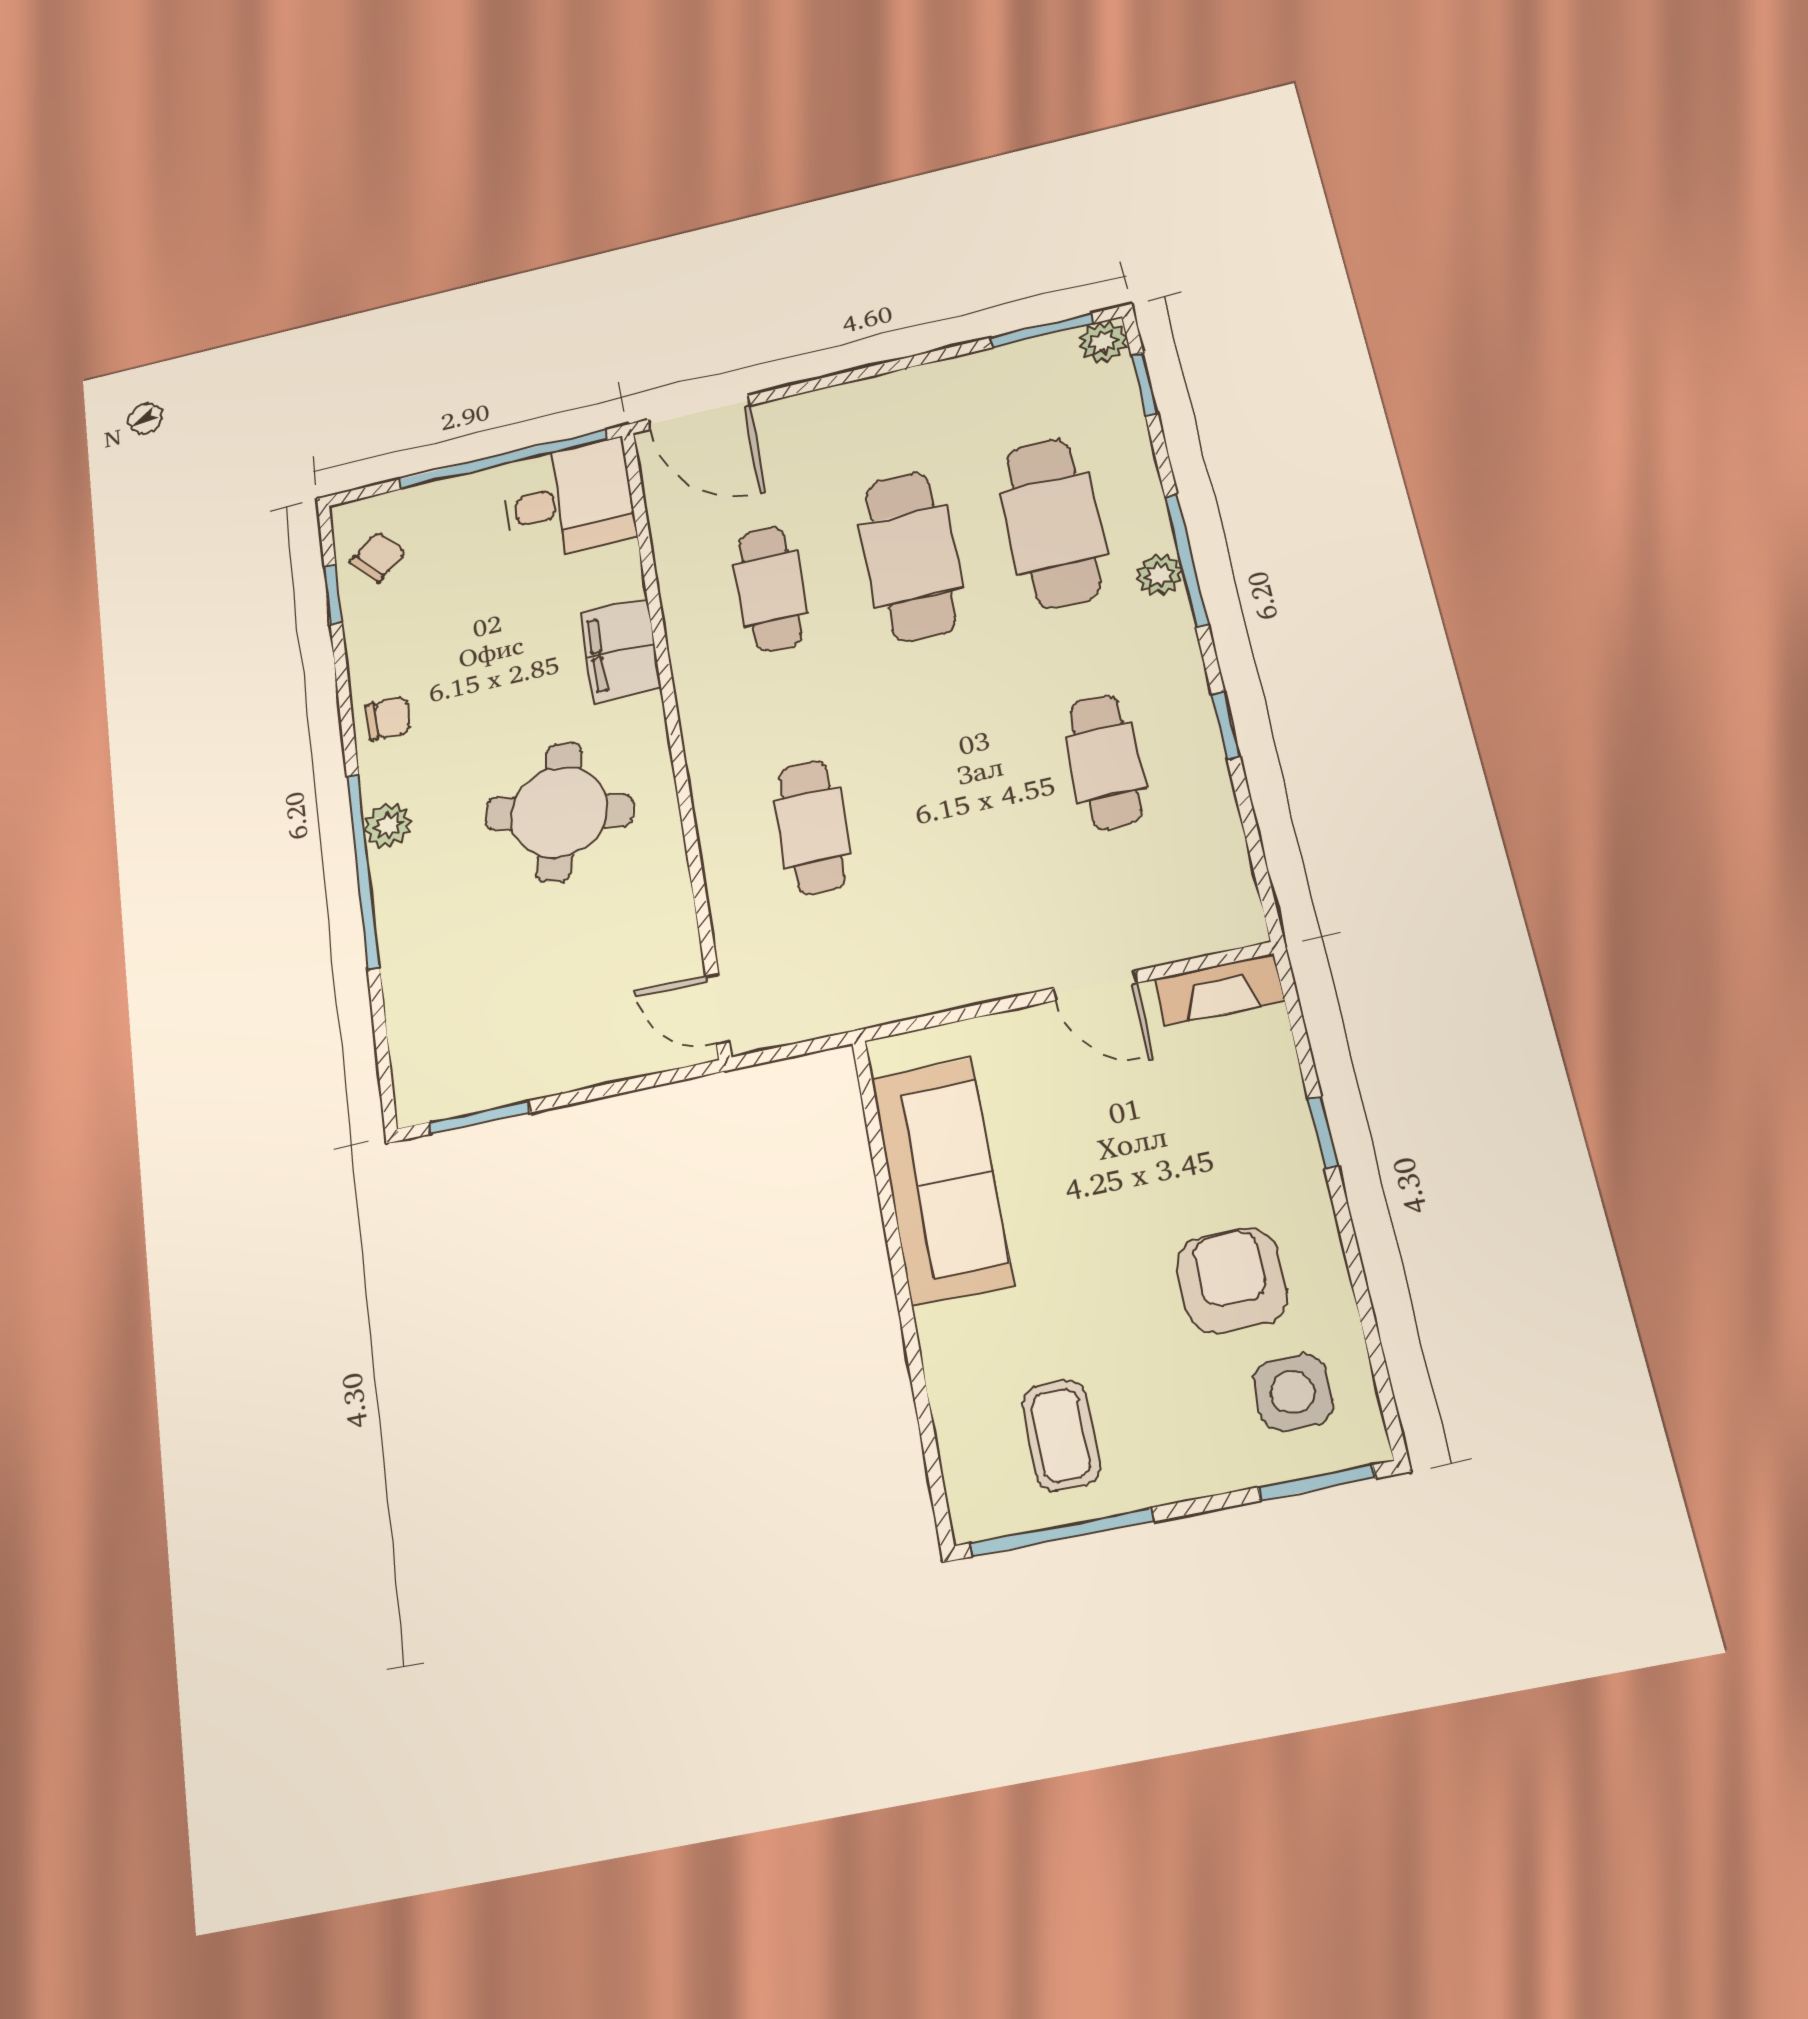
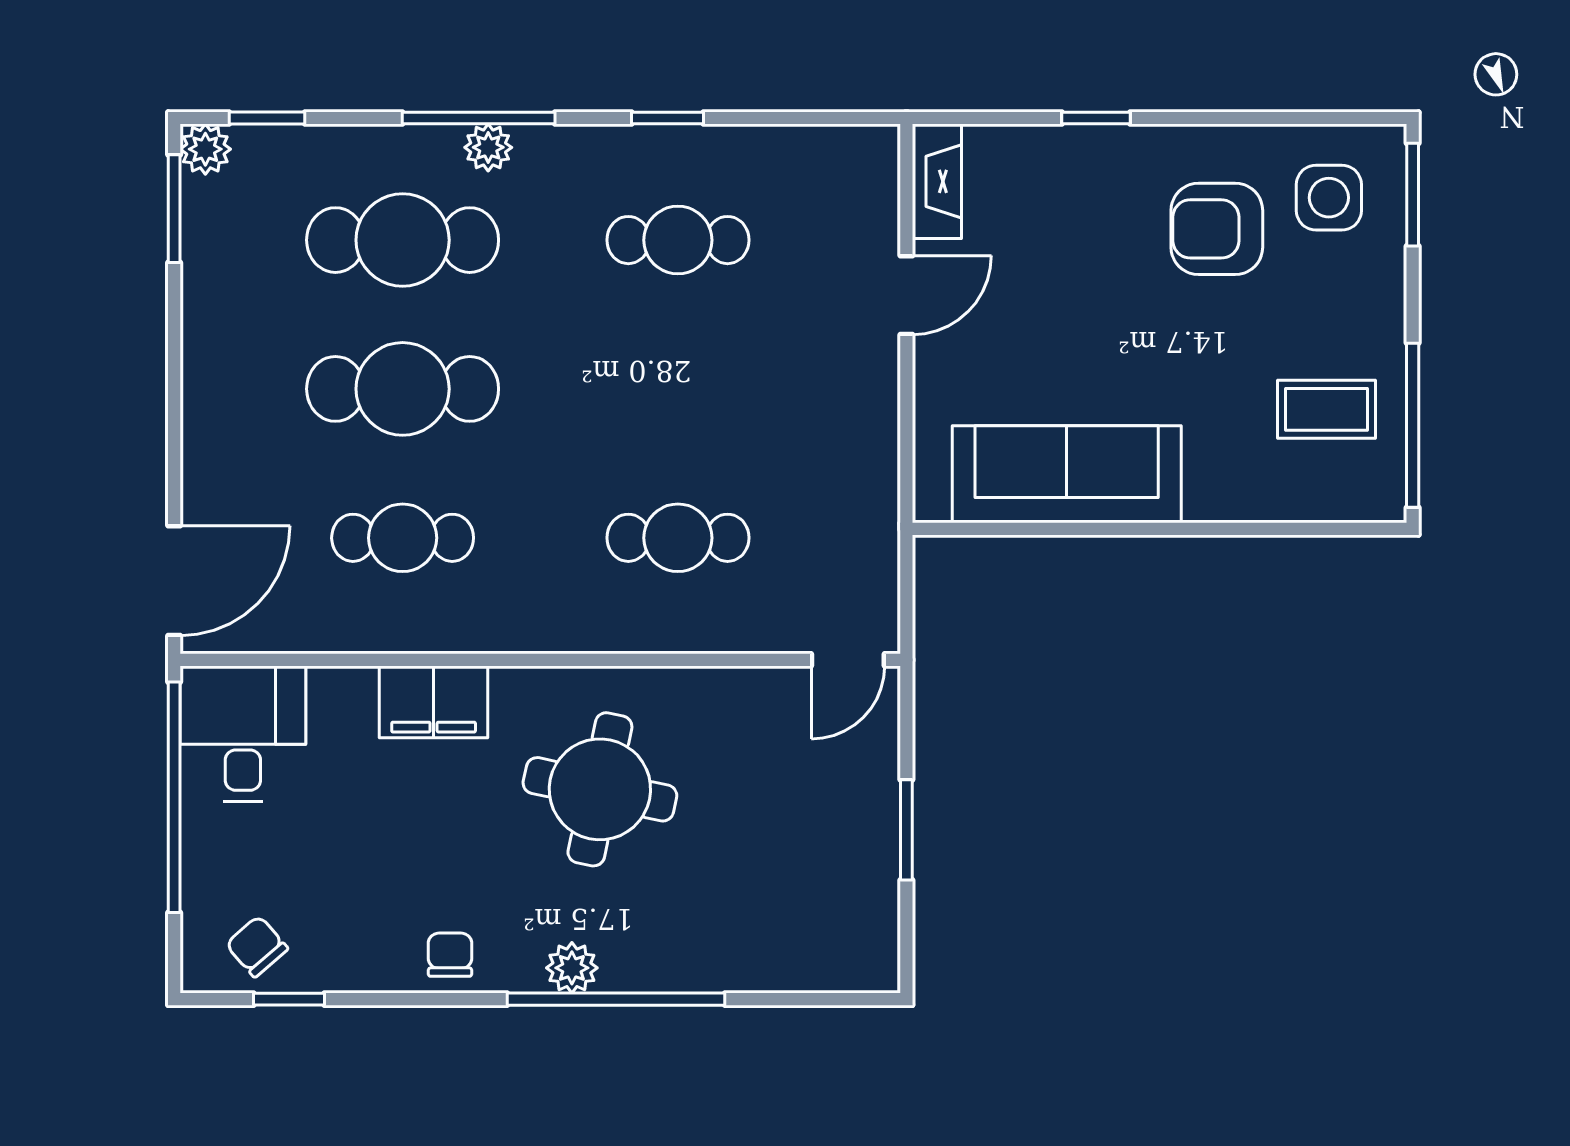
window: (480, 1117) -> (906, 830), moved

